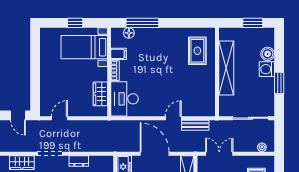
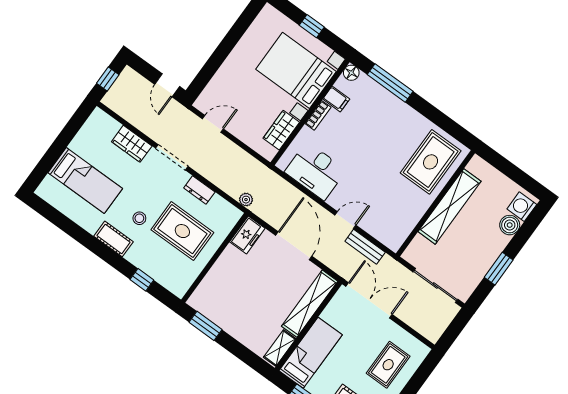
window: (253, 23) -> (519, 176), removed
floor lamp: (129, 33) -> (351, 73), moved
bed with nightstands: (84, 47) -> (296, 70), width x1.36
rug: (197, 51) -> (431, 162), width x1.36, depth x1.43
washing machine: (267, 69) -> (522, 207), moved
desk: (125, 99) -> (315, 171), moved, turned -90
plant: (262, 147) -> (246, 200), moved
double door: (219, 154) -> (369, 300), width x1.37

